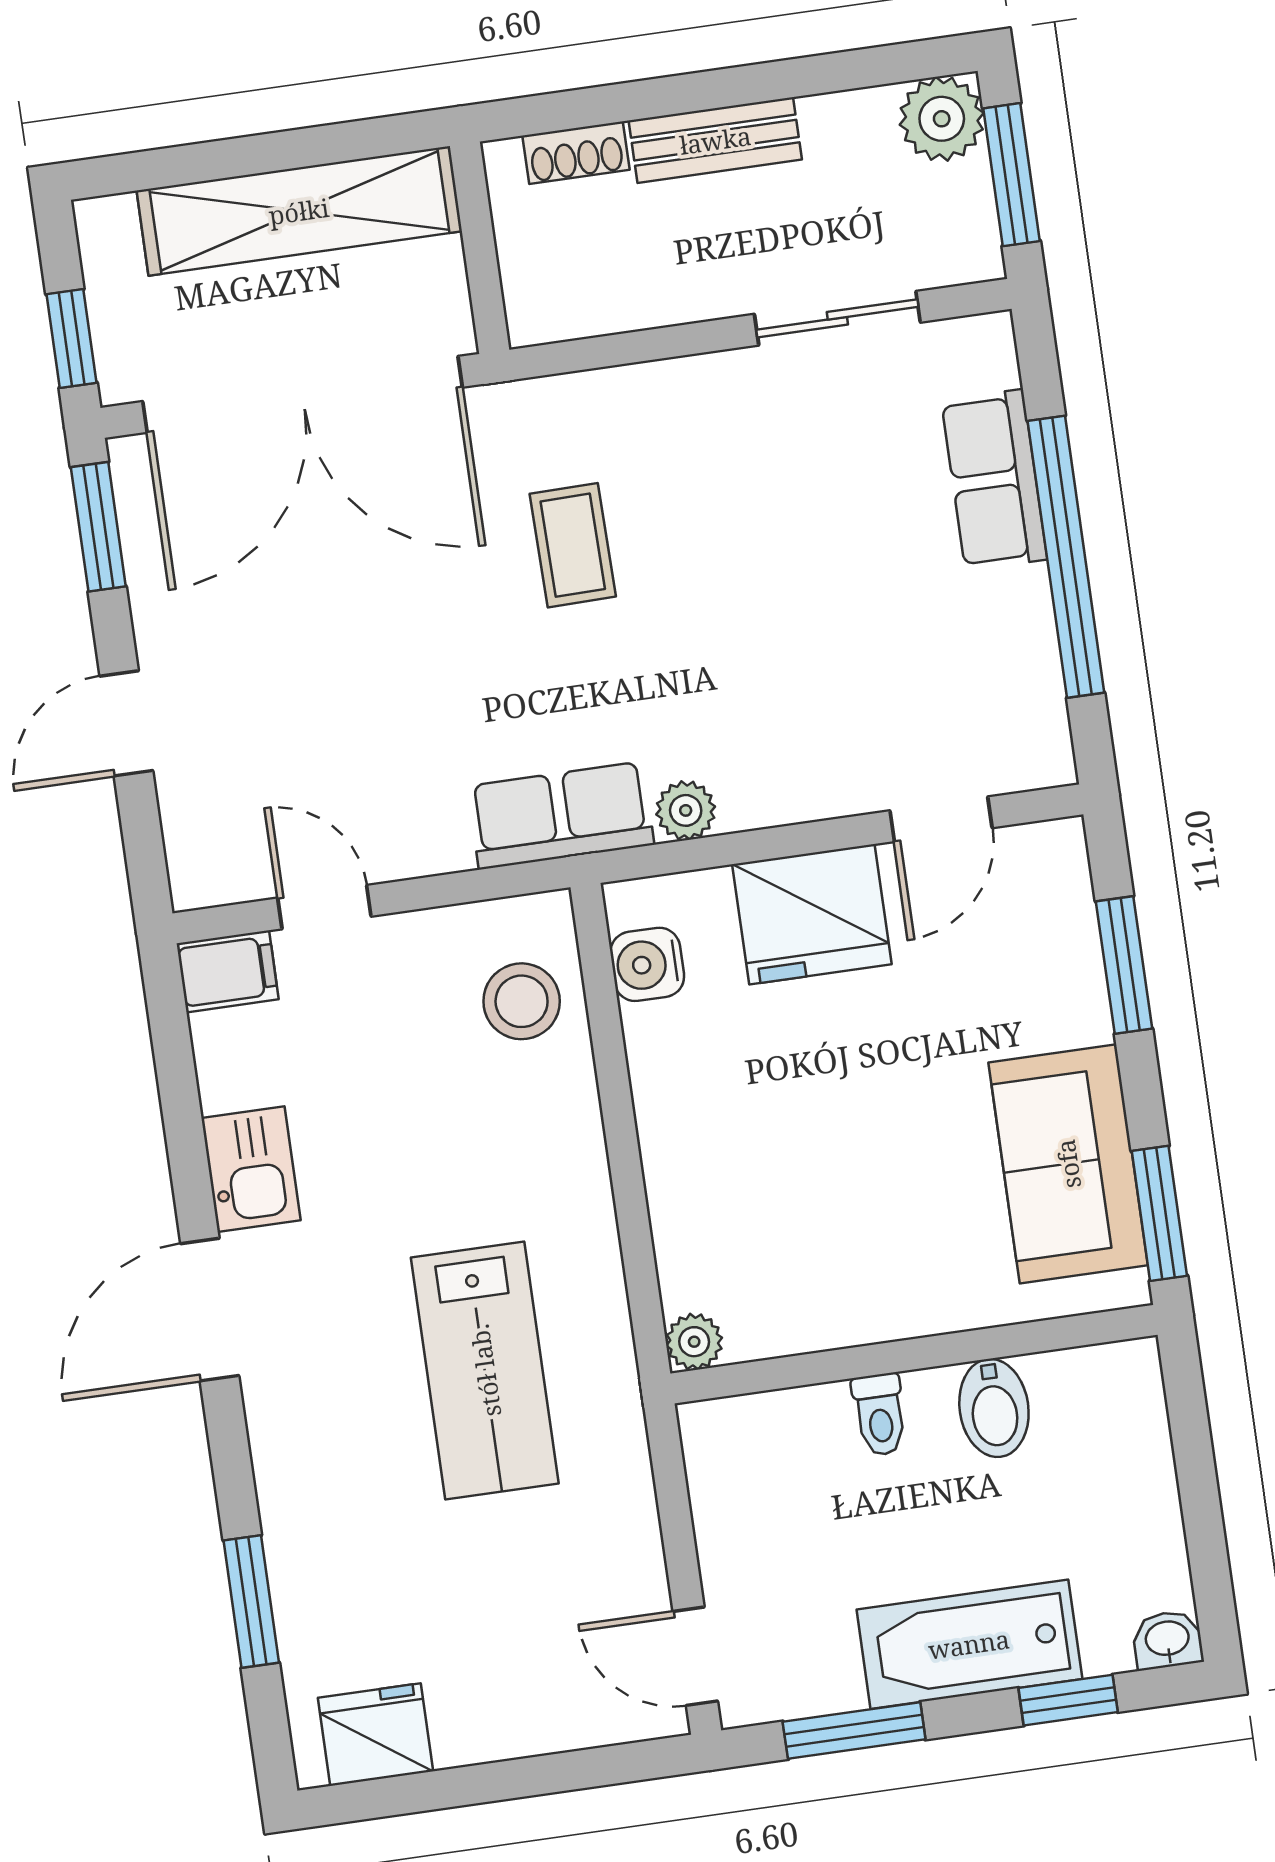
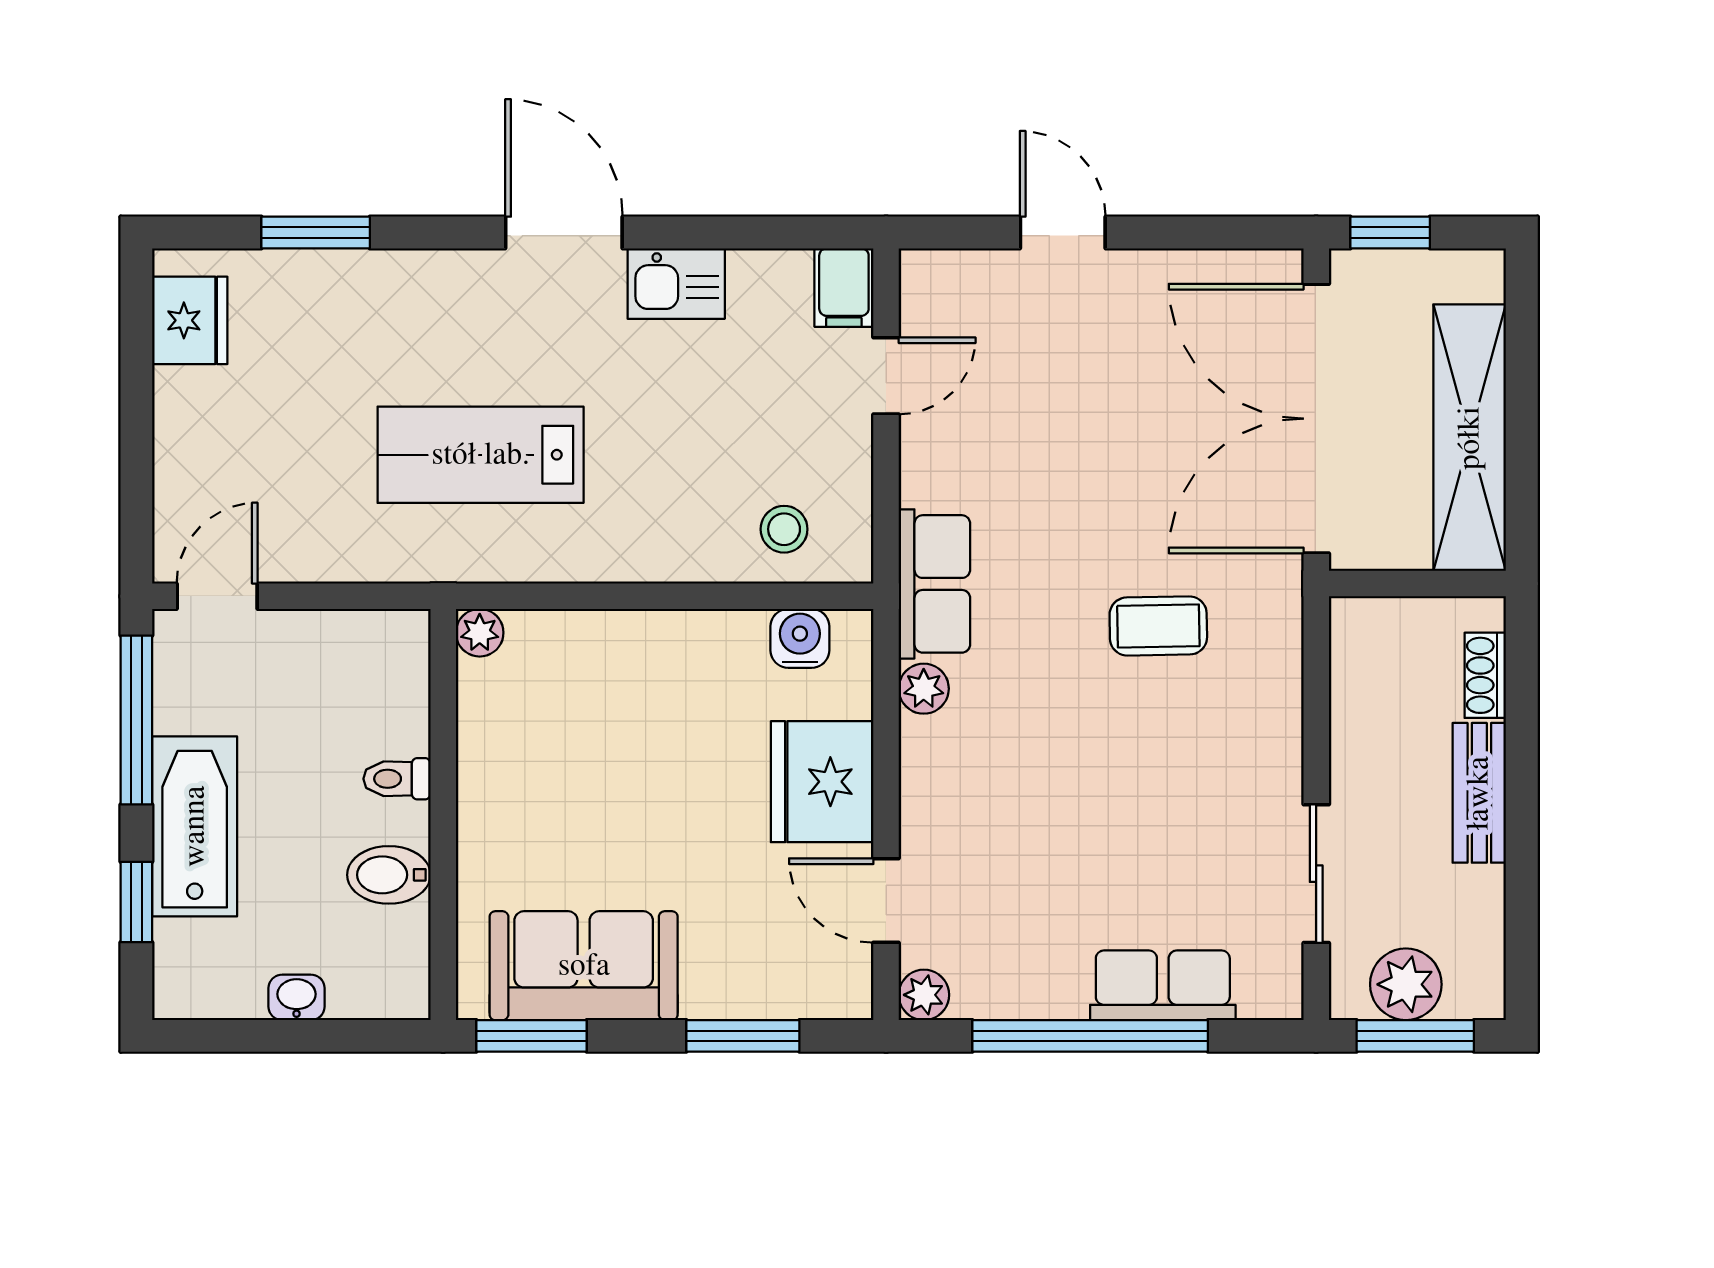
plant: (942, 119) -> (1406, 984), moved
window: (98, 527) -> (1230, 233), removed
plant: (1045, 759) -> (924, 995), added
stool: (522, 1001) -> (784, 529), width x0.73, depth x0.73
washbasin: (1167, 1640) -> (297, 997), moved, turned -90
window: (854, 1731) -> (136, 720), width x1.44

